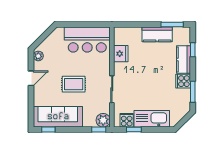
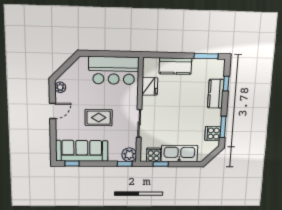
kitchen counter: (157, 34) -> (175, 66), moved
cooker: (183, 81) -> (213, 133), moved

